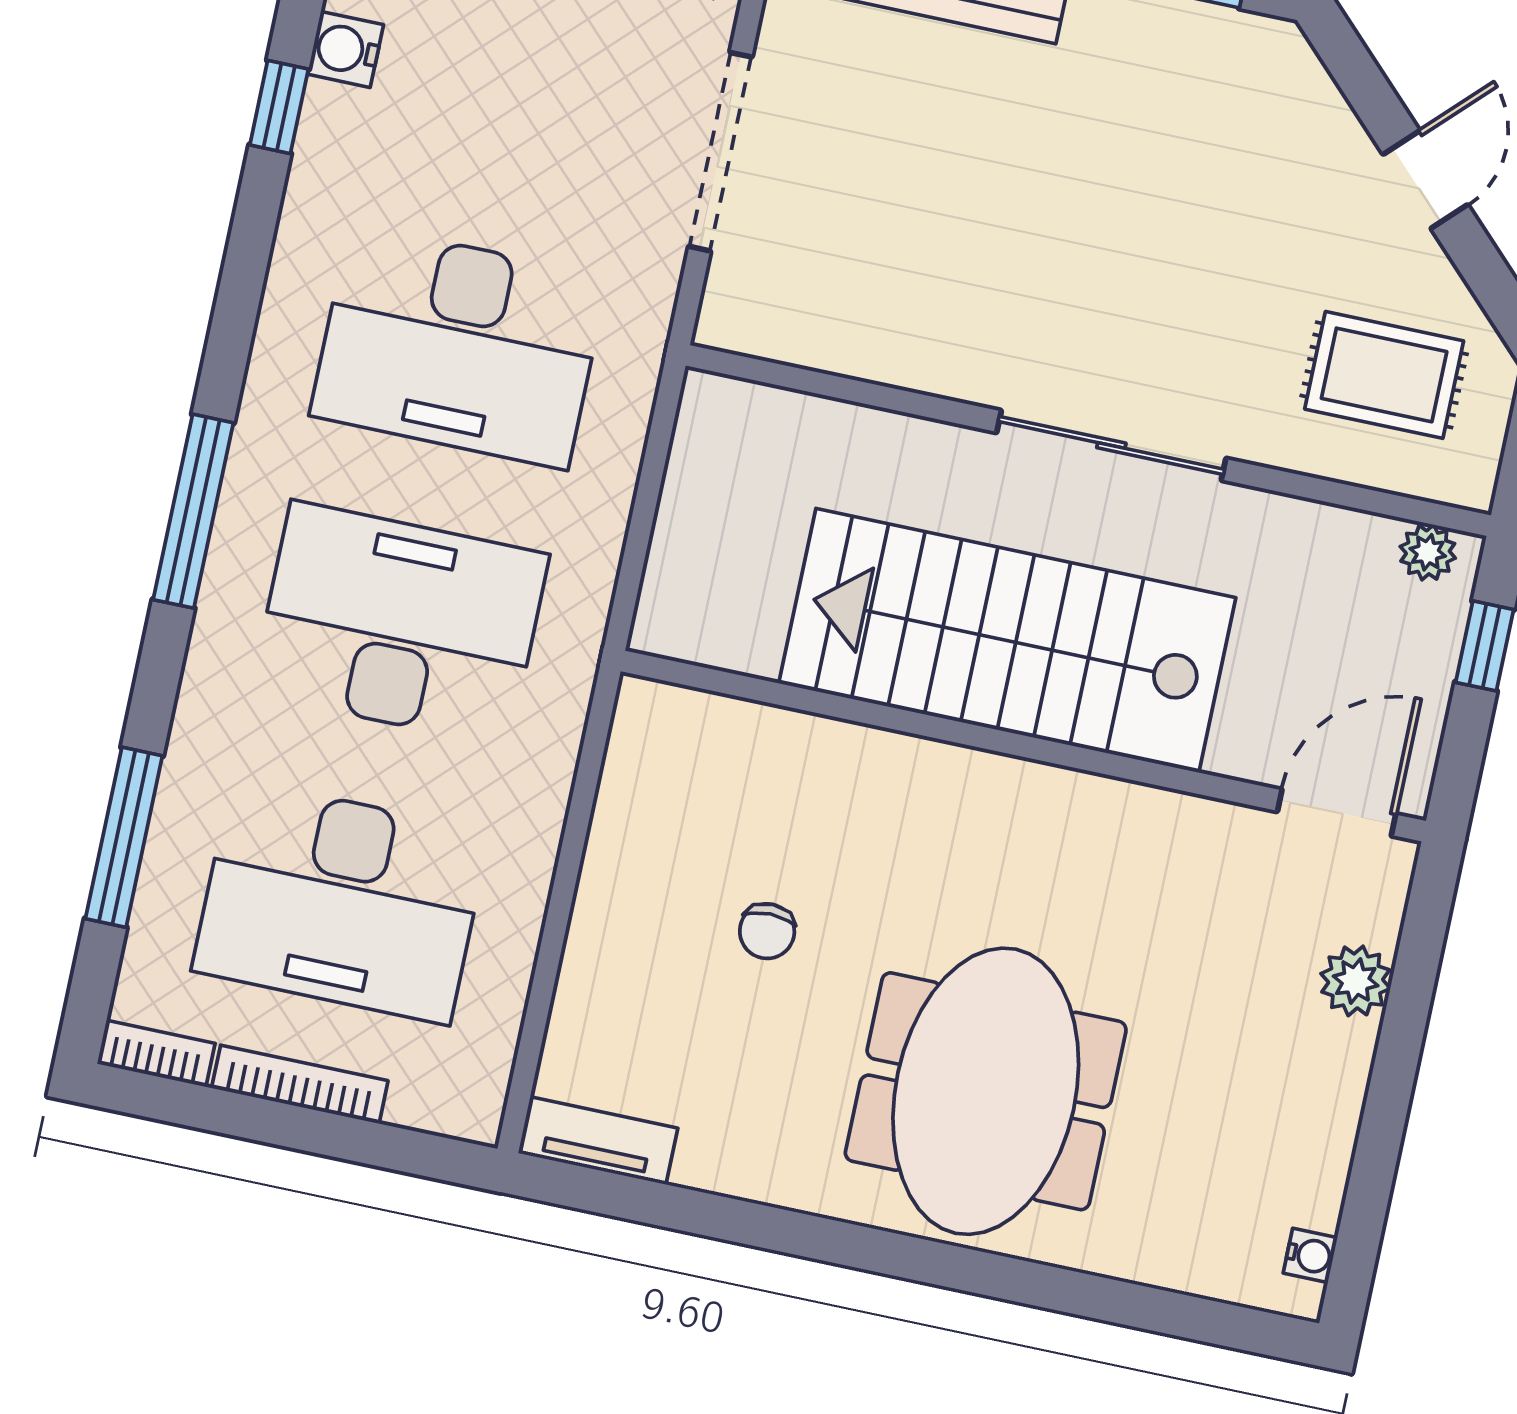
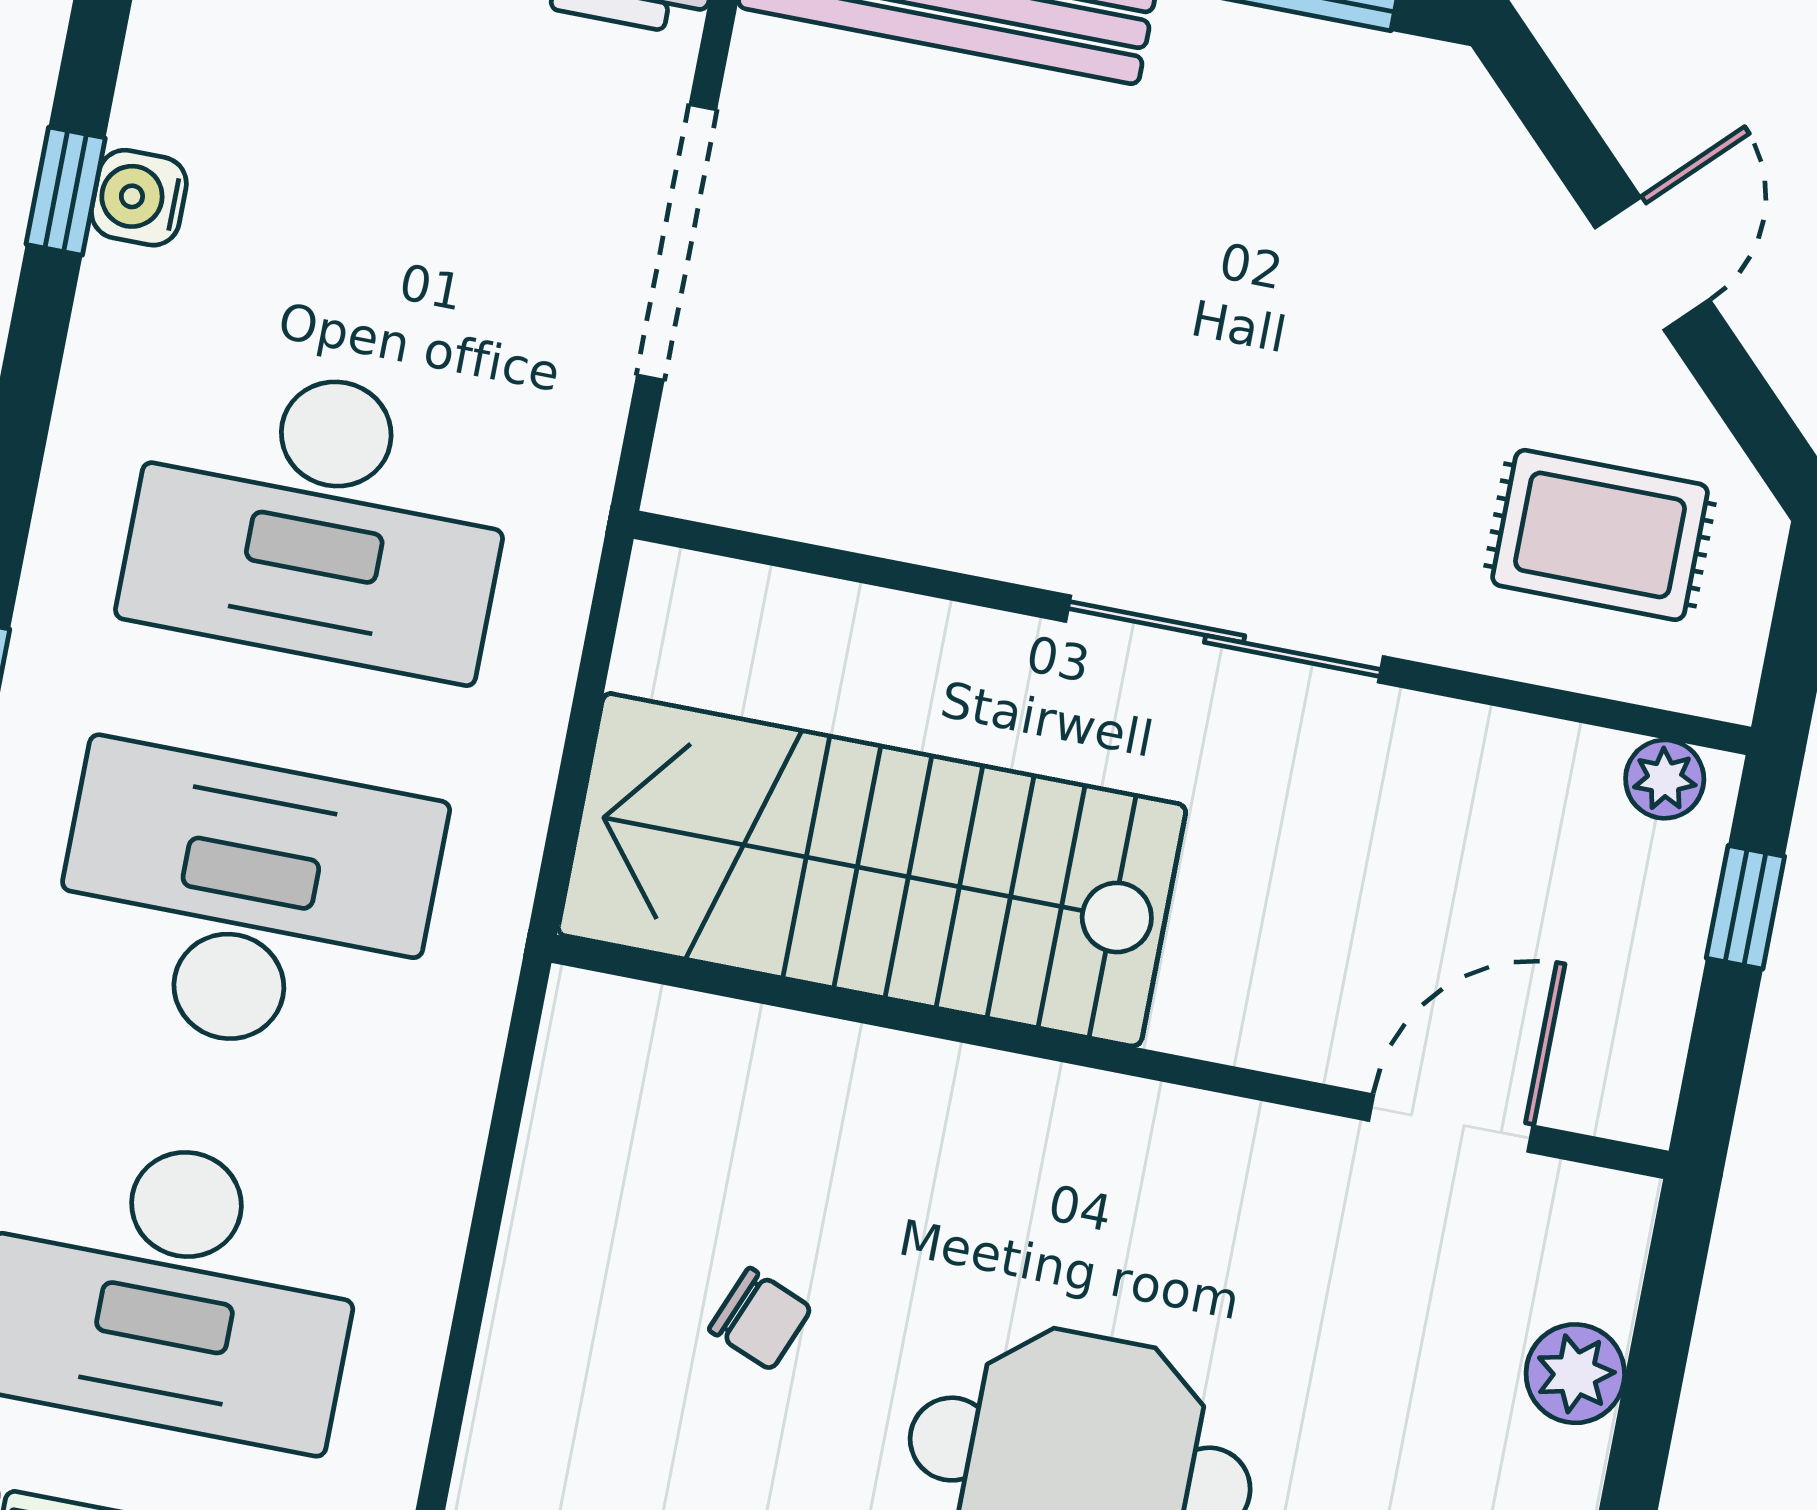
water cooler: (345, 49) -> (139, 198), moved
stairs: (1007, 641) -> (872, 870), moved
door: (1337, 813) -> (1451, 1123), moved
chair: (767, 931) -> (760, 1319), turned -68

